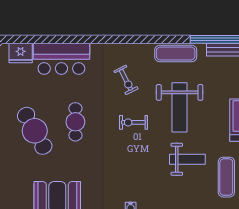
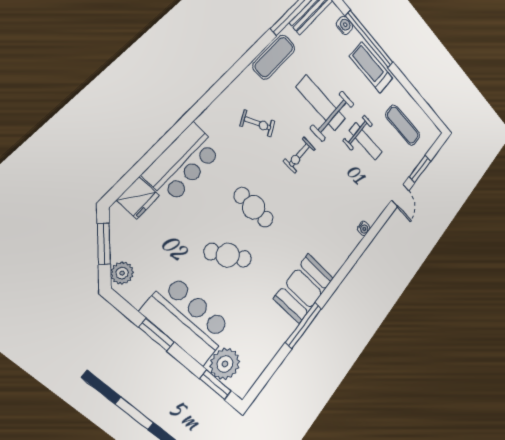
weight bench: (180, 107) -> (321, 103), turned 180
cafe table: (35, 131) -> (228, 255), width x0.73, depth x0.74
weight bench: (187, 159) -> (366, 141), turned 90

